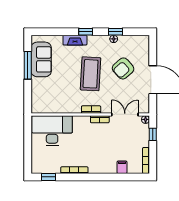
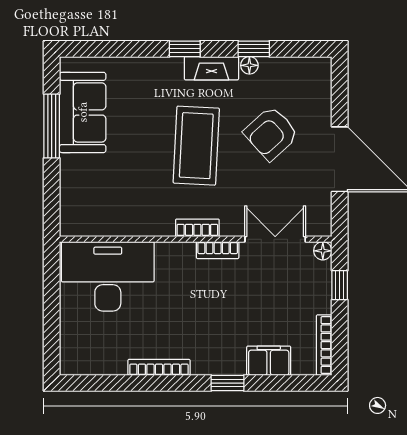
fireplace: (75, 40) -> (211, 68), moved
filing cabinet: (122, 167) -> (269, 361), width x2.00
window: (48, 177) -> (227, 383), moved

